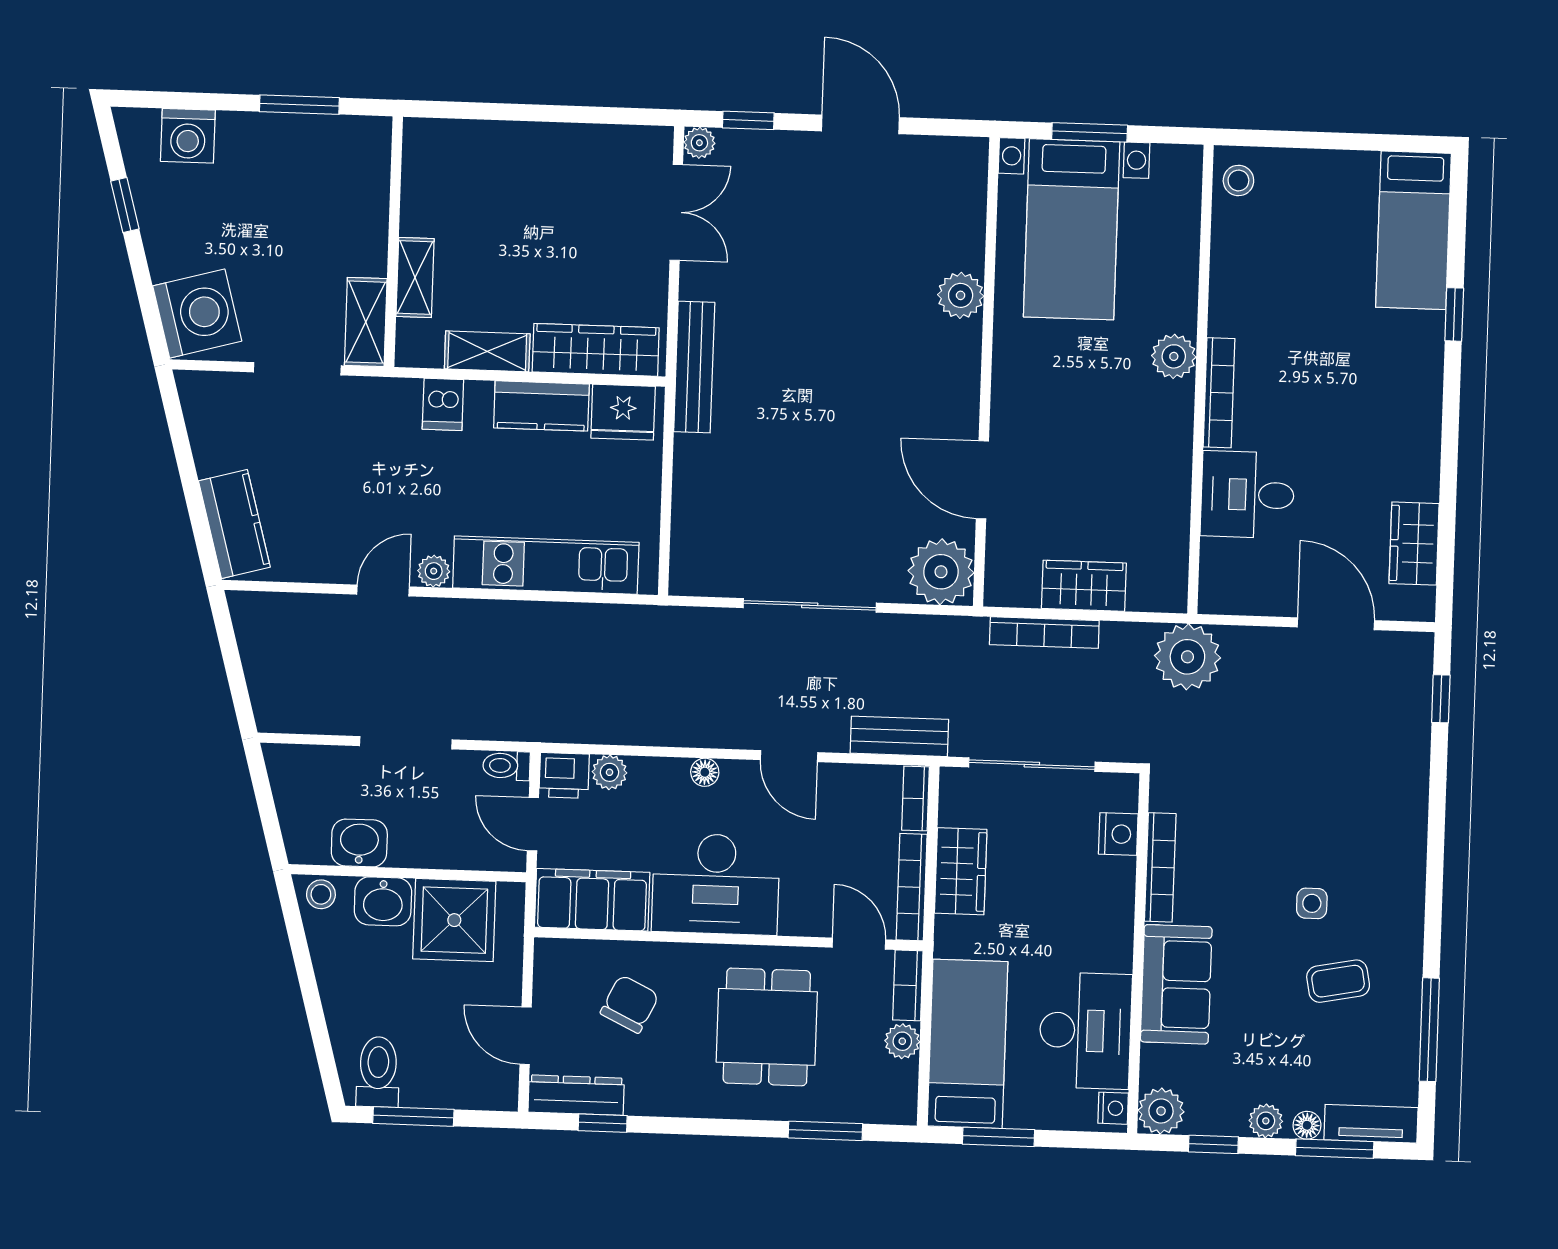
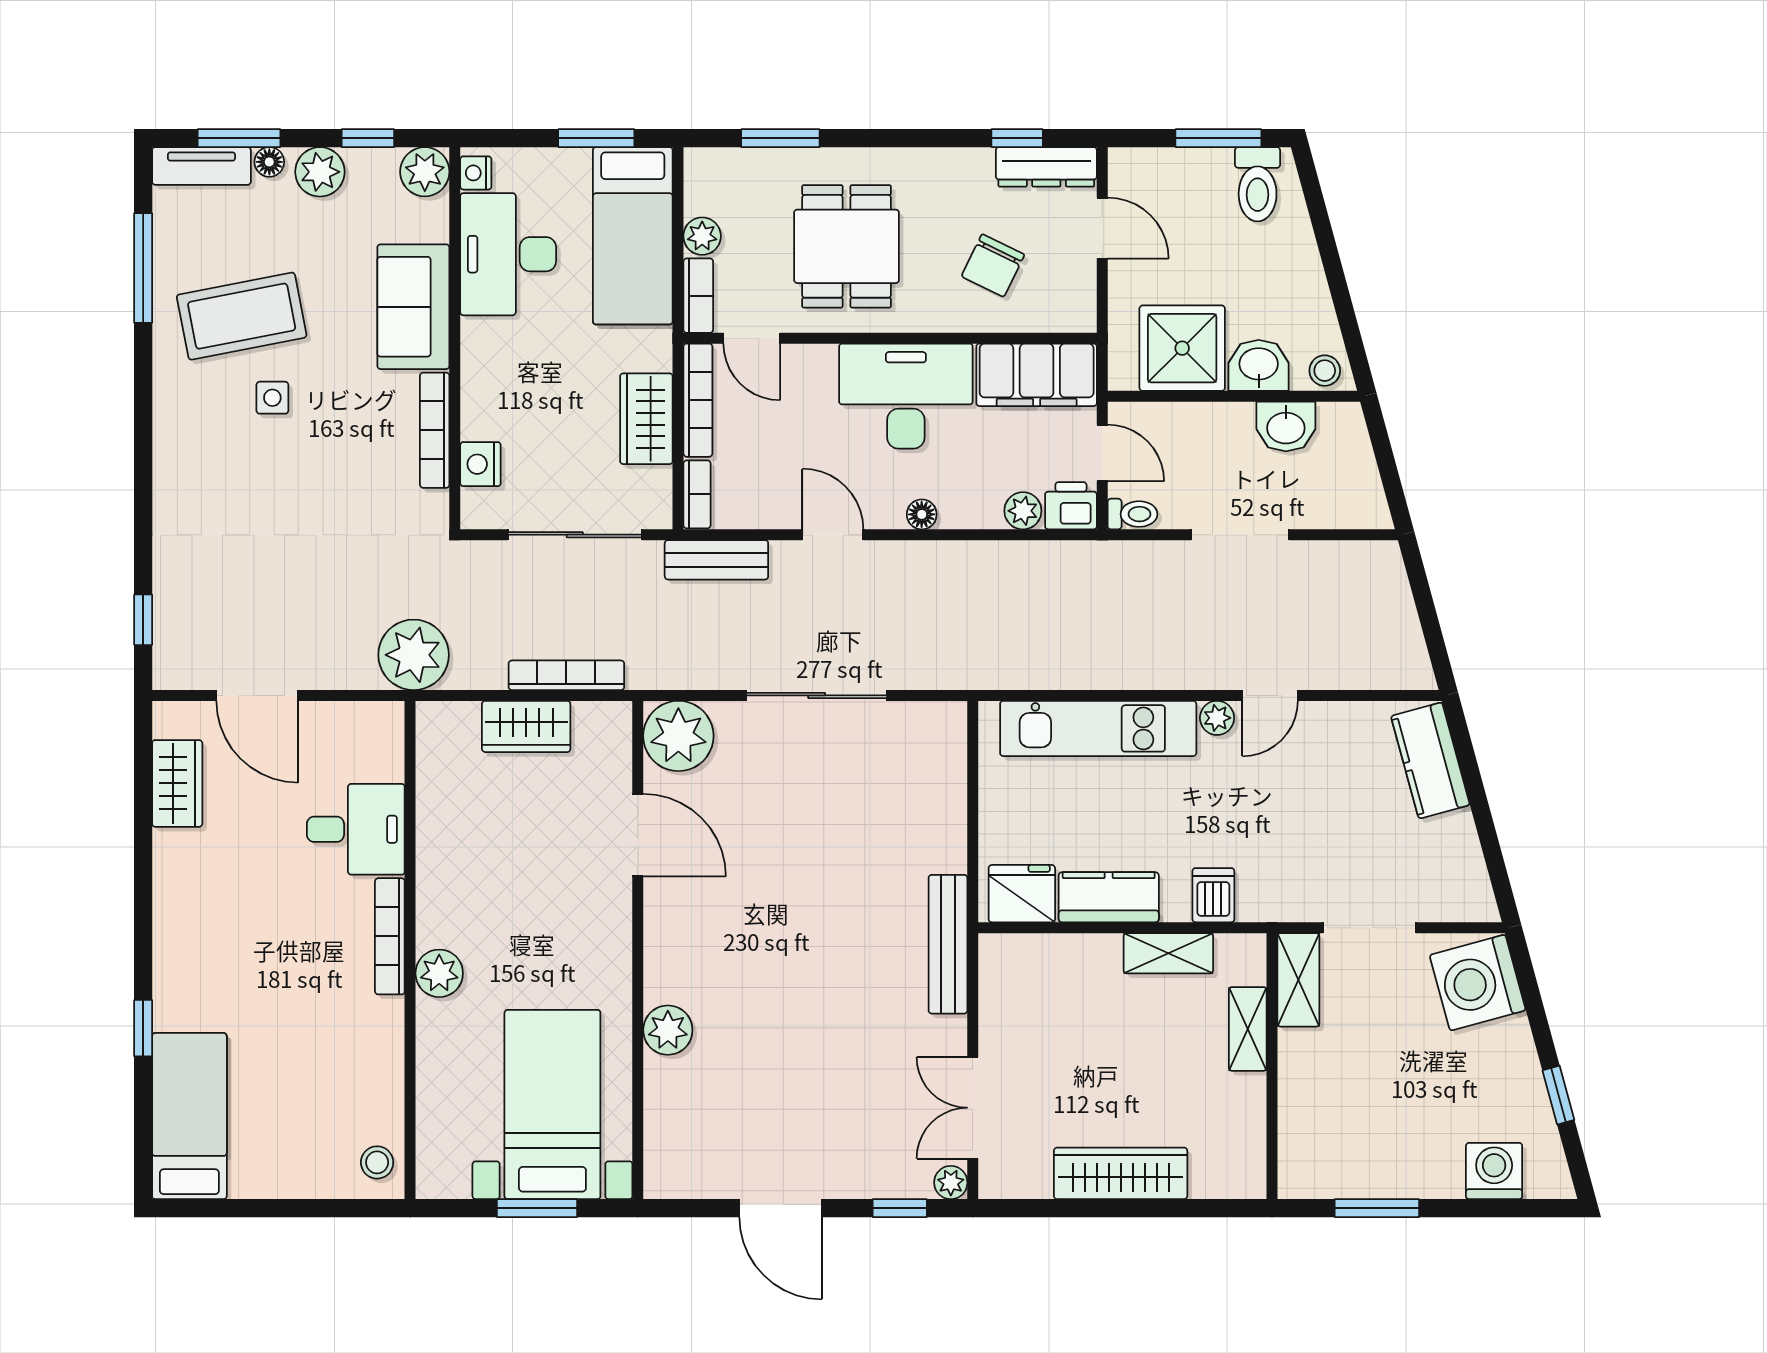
wardrobe: (596, 350) -> (1121, 1173), moved, turned 180
coffee table: (1338, 981) -> (242, 316), width x1.86, depth x1.72
plant: (1266, 1121) -> (320, 172), width x1.38, depth x1.38

